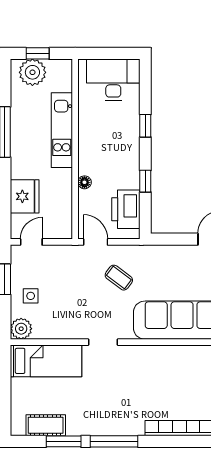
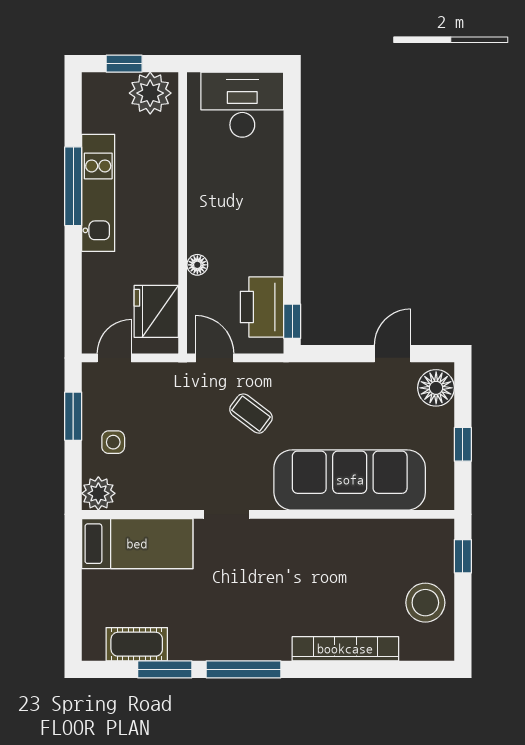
plant: (32, 72) -> (150, 93), moved
window: (145, 126) -> (292, 177), removed
kitchen unit: (62, 130) -> (98, 193), moved, turned 180
window: (145, 181) -> (292, 321), moved
fridge: (25, 196) -> (156, 311), moved, turned 180

